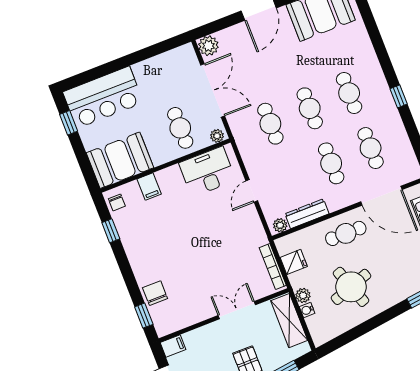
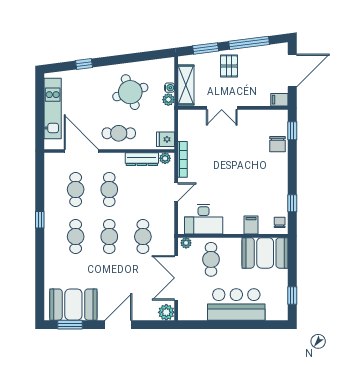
bar counter: (103, 97) -> (236, 304), moved
fridge: (294, 262) -> (166, 139), moved
bookcase: (273, 267) -> (182, 159), moved

